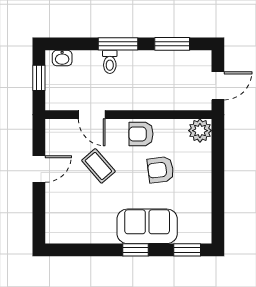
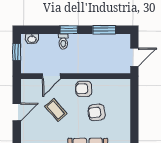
window: (118, 44) -> (69, 30), width x0.67
door: (92, 115) -> (51, 76), hinge flipped
plant: (200, 131) -> (123, 87), removed

